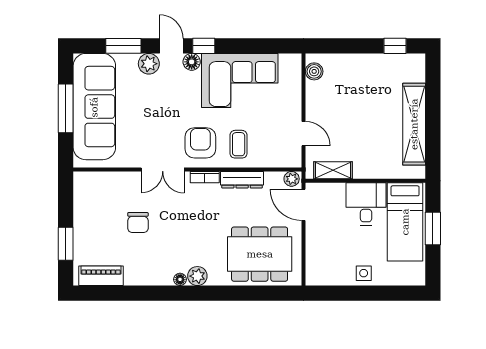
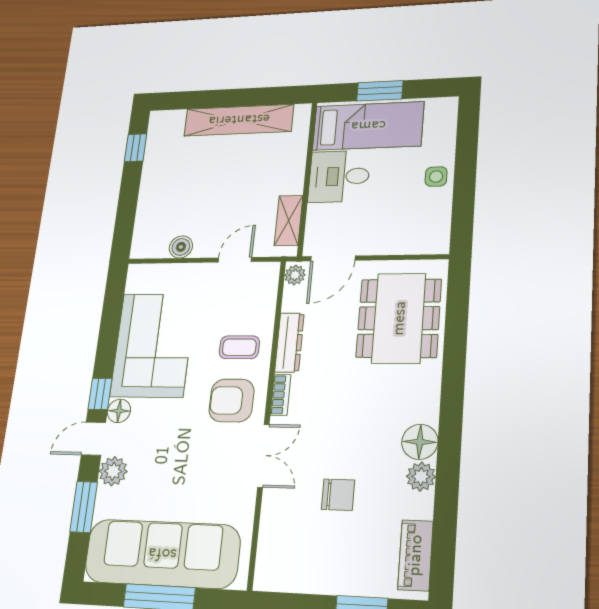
boiler: (314, 71) -> (181, 247), moved
plant: (197, 276) -> (421, 477), moved
floor lamp: (180, 279) -> (420, 442), width x1.89, depth x1.89

